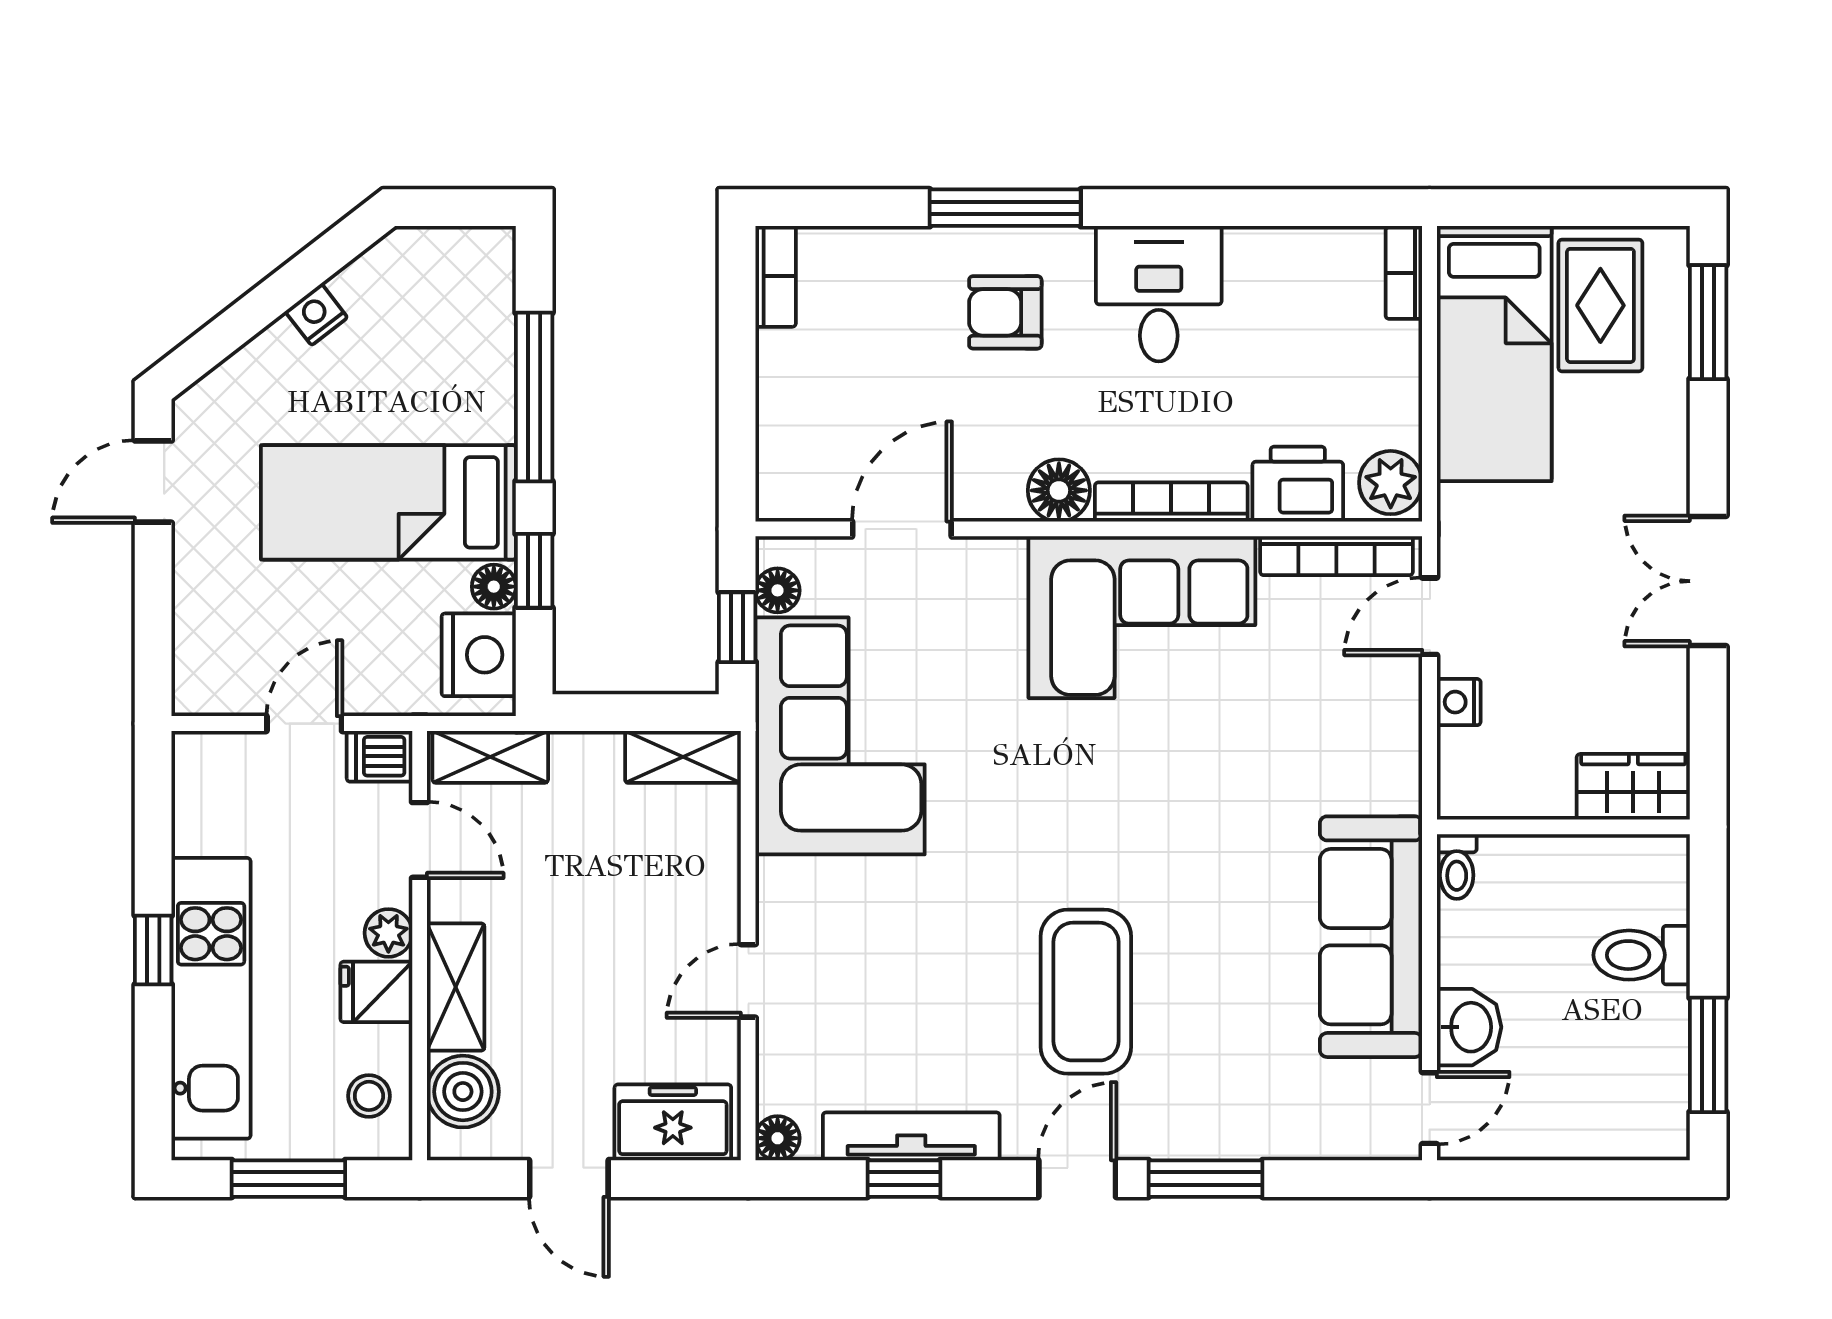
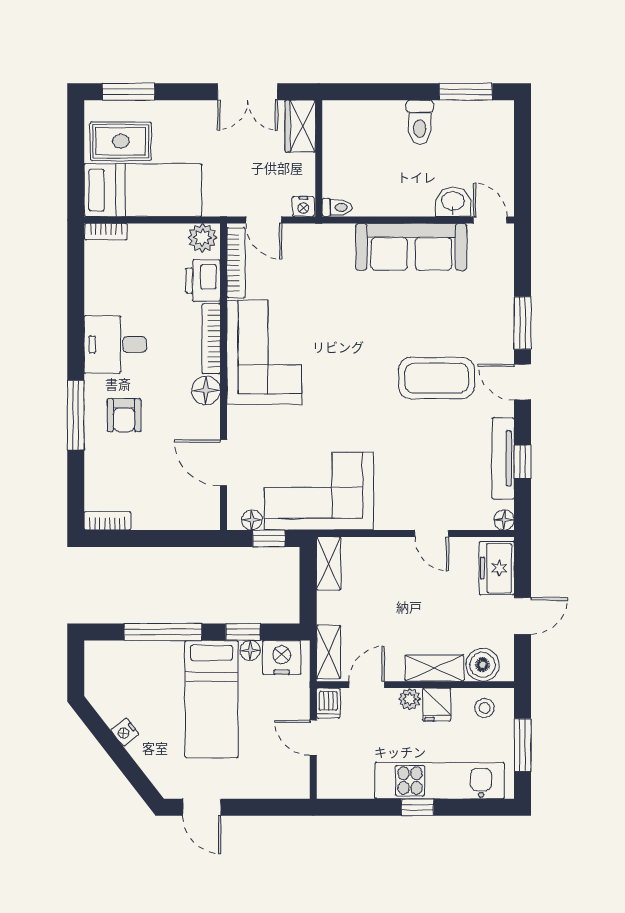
wardrobe: (1633, 787) -> (300, 126), moved
wall: (1563, 827) -> (319, 158), moved
toilet: (1457, 867) -> (337, 207), moved

